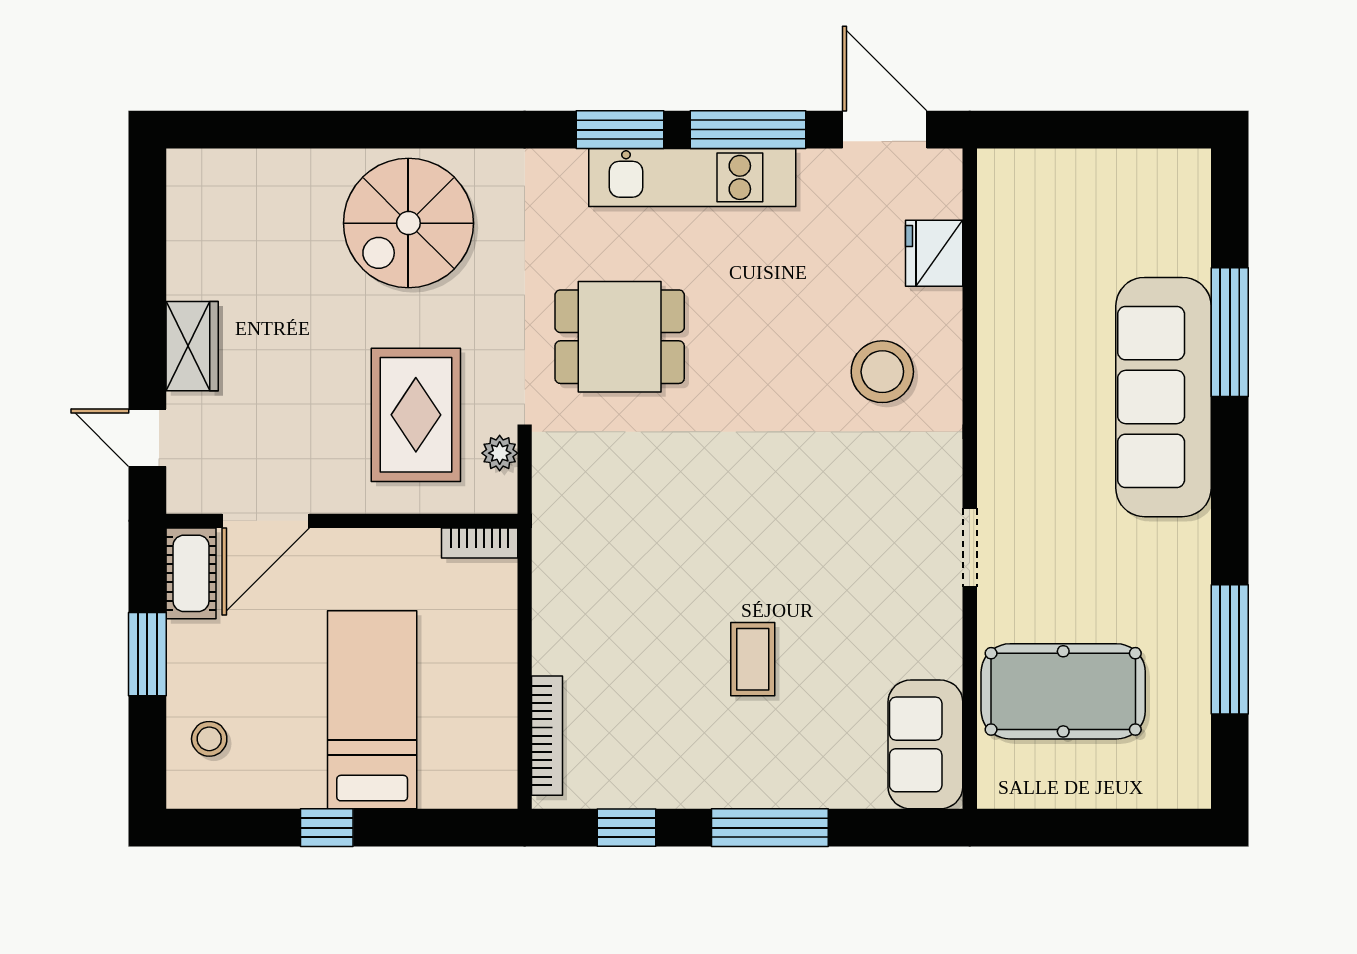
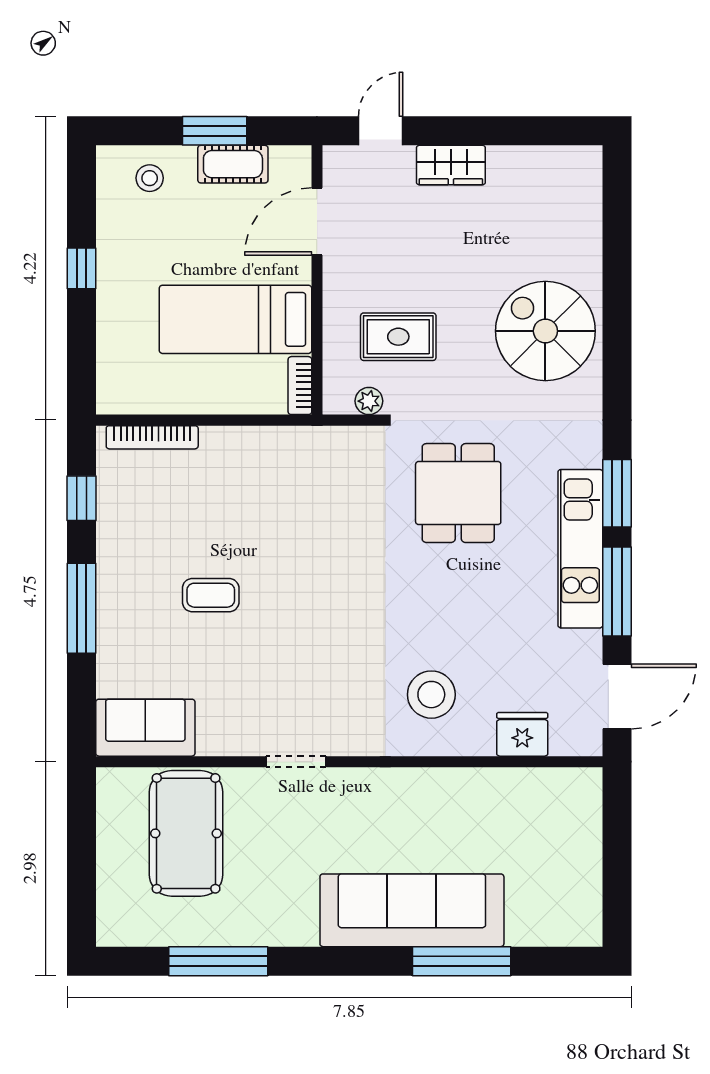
rug: (416, 415) -> (398, 337), width x0.73, depth x0.70
door: (266, 521) -> (317, 221), hinge flipped
cot: (191, 573) -> (233, 164), moved
bed: (372, 710) -> (235, 319), moved, turned 180

